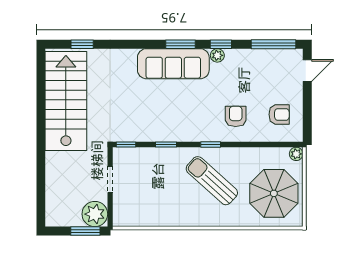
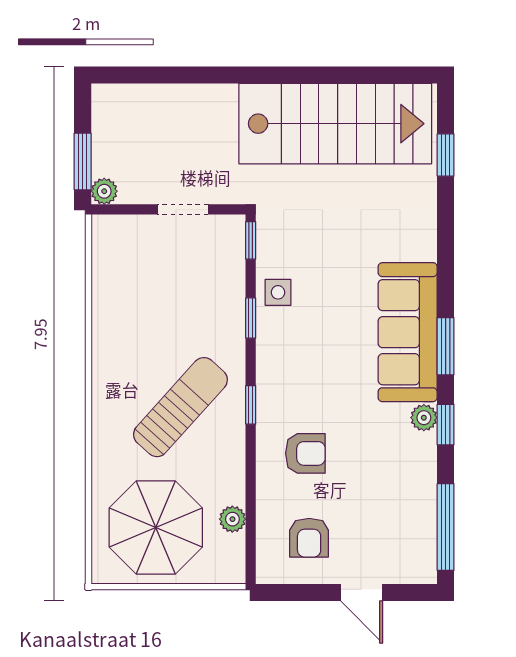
door: (307, 70) -> (362, 593), moved
side table: (153, 130) -> (278, 292), added
plant: (296, 154) -> (232, 519), moved
plant: (95, 214) -> (104, 191), width x0.53, depth x0.53

